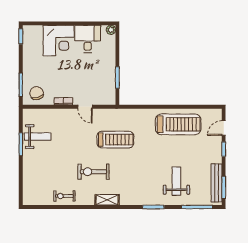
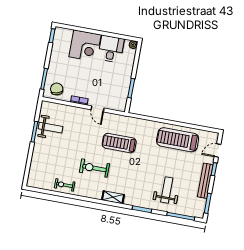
treadmill: (178, 124) -> (178, 140), turned 180
treadmill: (115, 140) -> (119, 143), turned 180
bench: (217, 183) -> (205, 181), moved
shelving: (107, 200) -> (113, 197), moved

